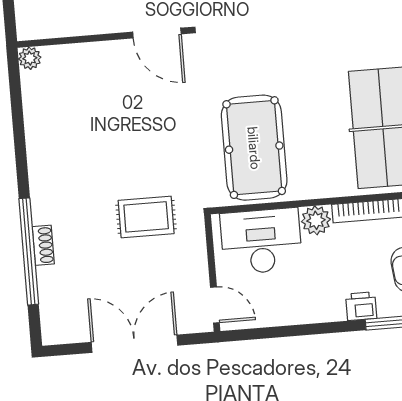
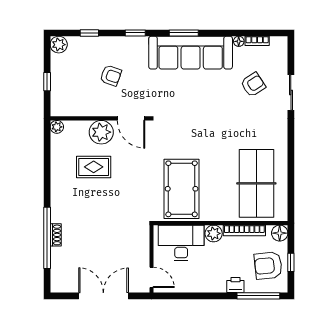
plant: (107, 61) -> (101, 132), added
rug: (146, 217) -> (94, 167), moved

